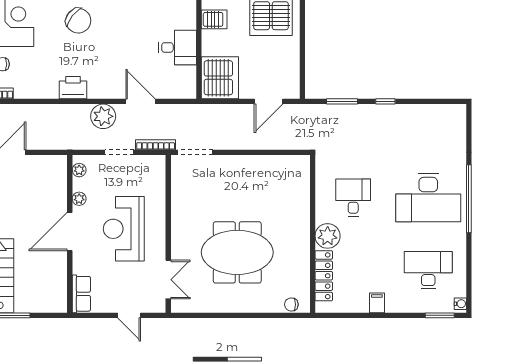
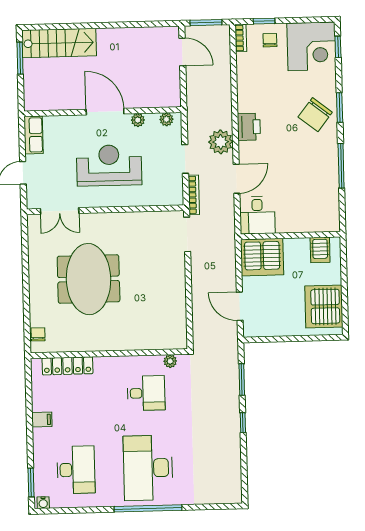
desk: (178, 47) -> (257, 215), moved
printer: (73, 88) -> (249, 127), moved
plant: (328, 236) -> (170, 361), moved, width x0.53, depth x0.53
row of seats: (81, 294) -> (34, 135), moved, turned -90

